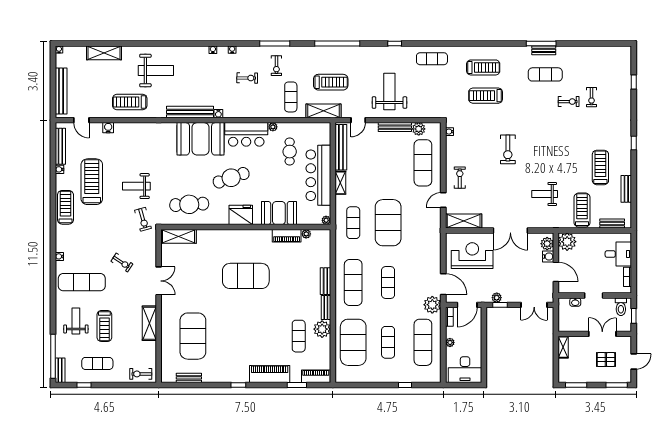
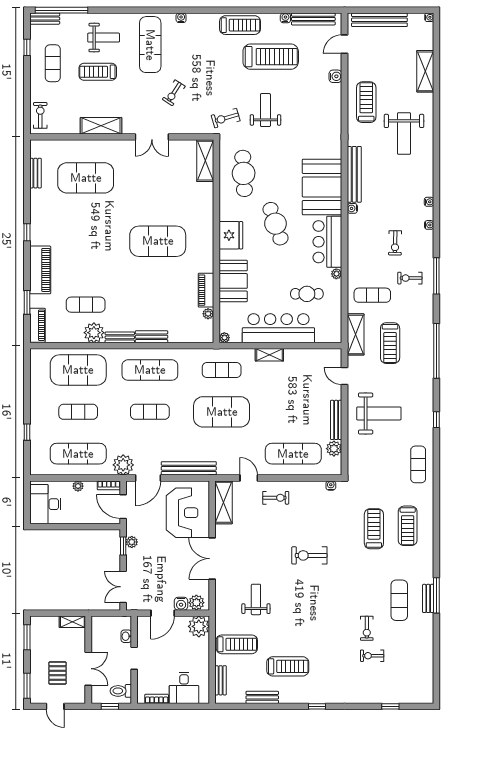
bench: (341, 147) -> (189, 468), moved
exercise mat: (246, 276) -> (158, 241), turned 90

